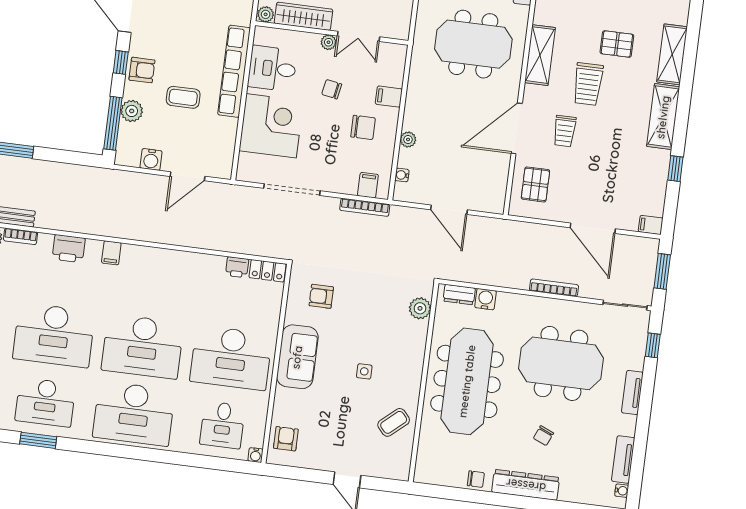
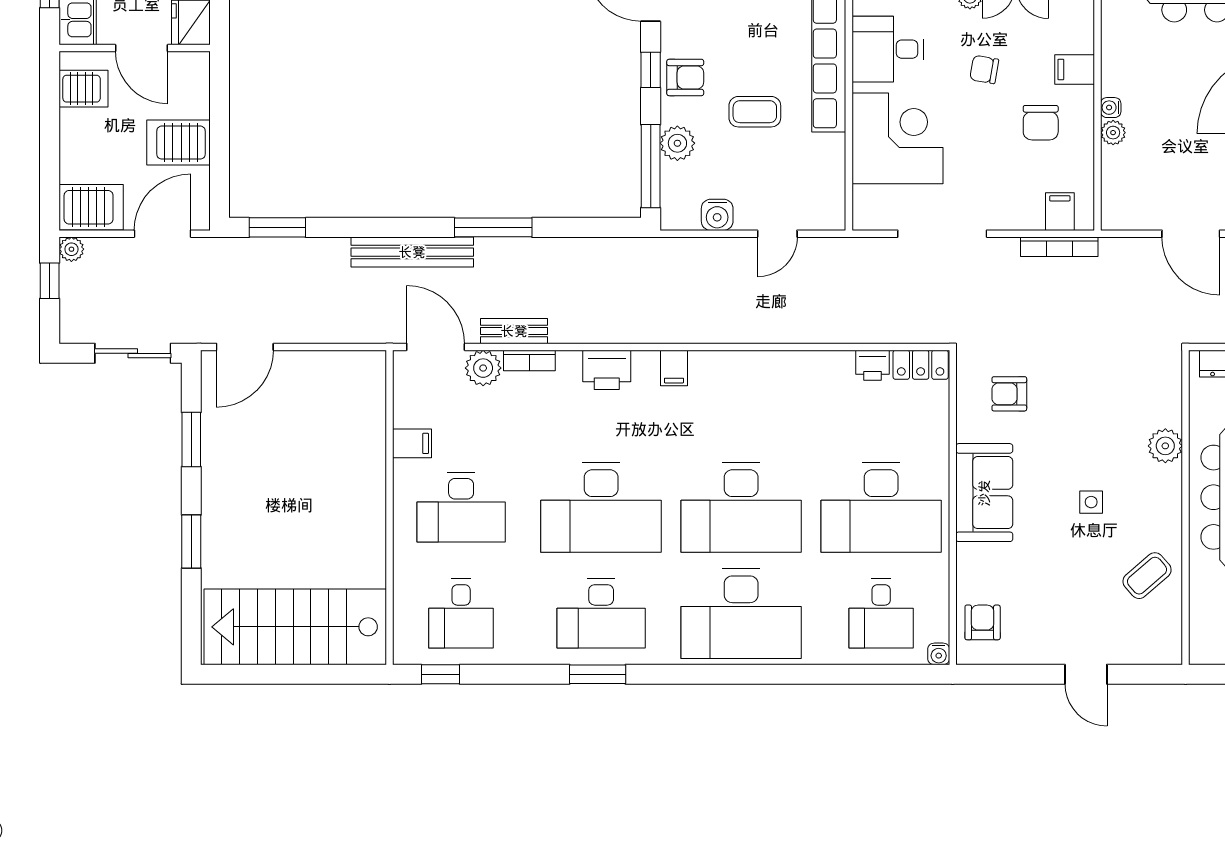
chair: (363, 127) -> (1041, 123), turned 90
water cooler: (402, 175) -> (1111, 108), moved
door: (188, 176) -> (777, 234), width x0.73
plant: (420, 308) -> (1165, 446), moved

